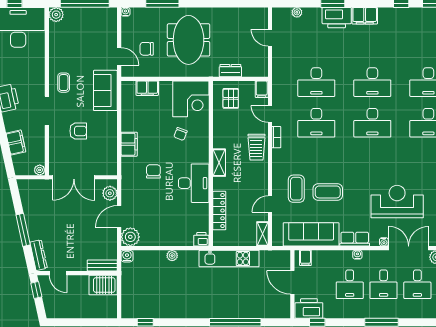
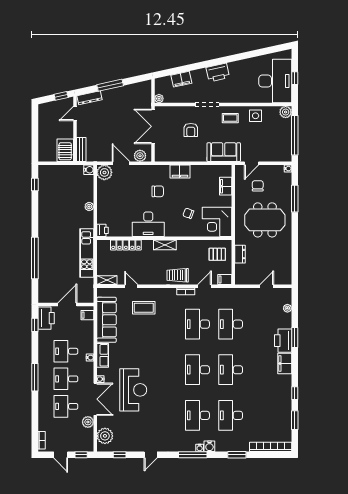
side table: (61, 51) -> (256, 116), added
coffee table: (328, 192) -> (141, 333), removed

